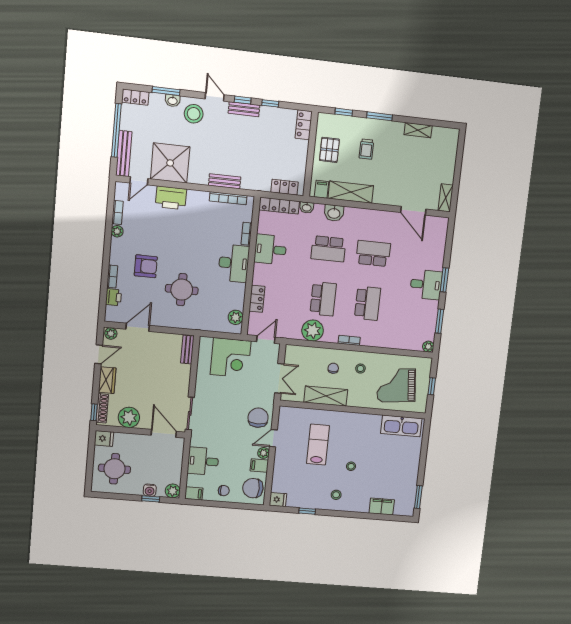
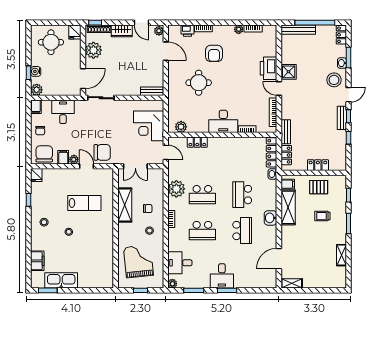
locker: (304, 125) -> (318, 165), moved
shower: (170, 163) -> (289, 72), width x0.54, depth x0.54
door: (139, 181) -> (279, 88), moved
bench: (225, 181) -> (286, 132), moved
washbasin: (334, 213) -> (270, 218), moved
desk: (270, 249) -> (180, 263), moved, turned -90
kitchen sink: (401, 426) -> (61, 280), moved, turned 90

